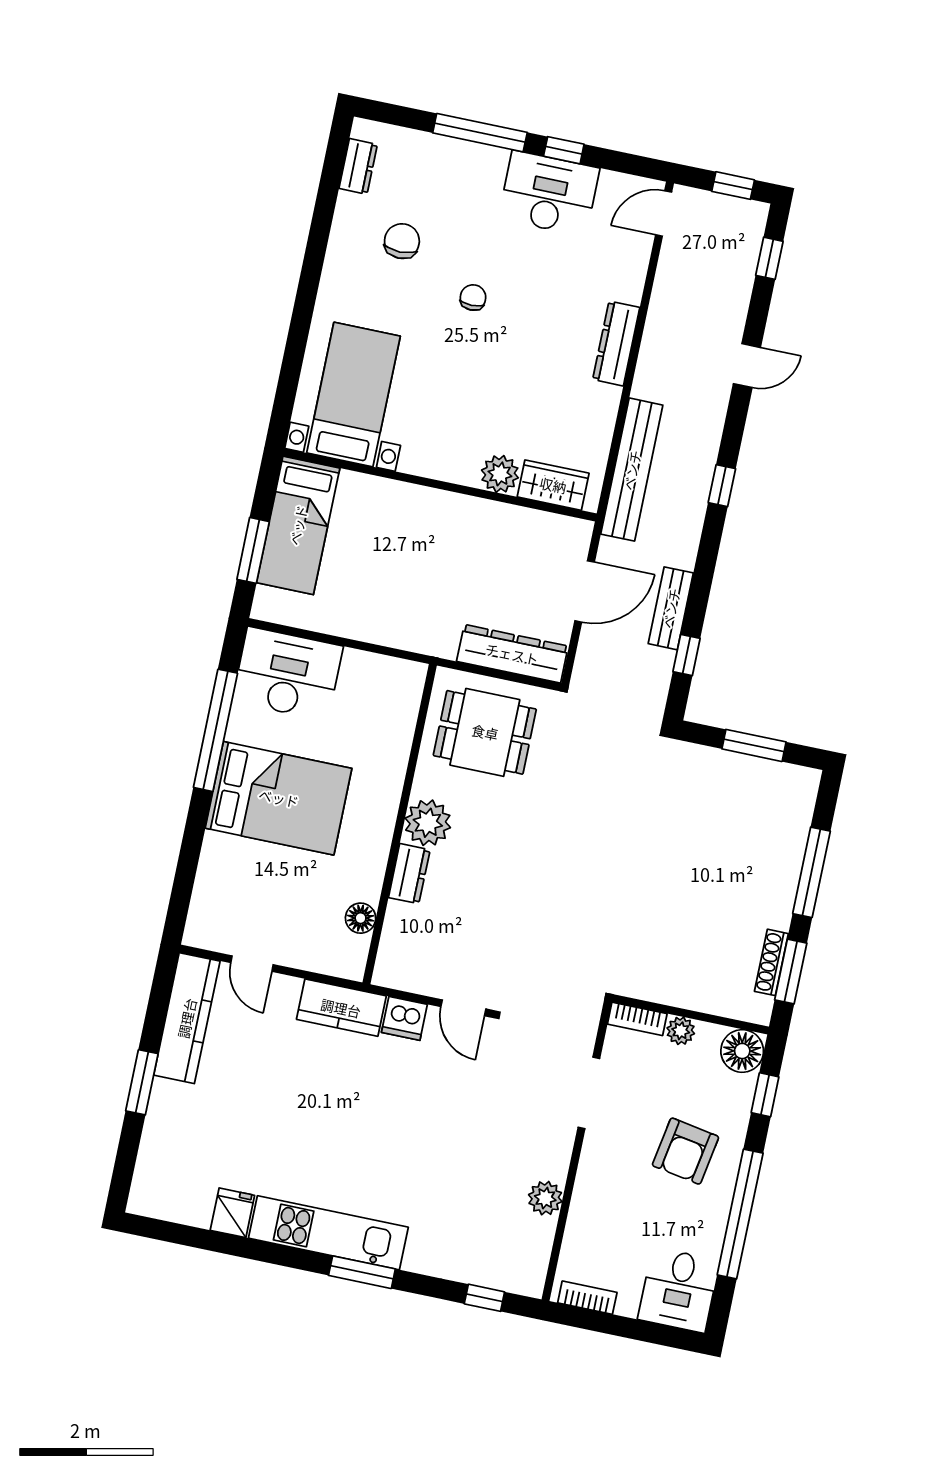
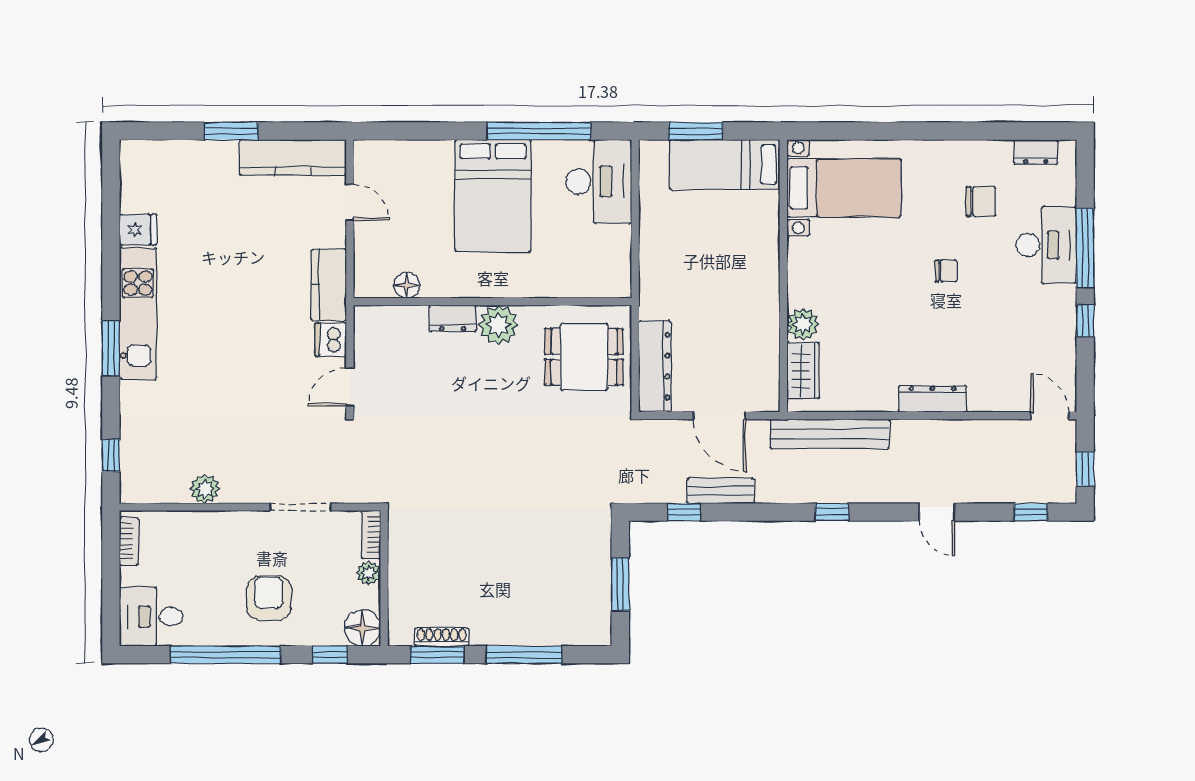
desk: (549, 193) -> (1046, 245), moved
dining table: (485, 732) -> (584, 357), turned 90
door: (252, 964) -> (350, 202), swing flipped
armchair: (686, 1151) -> (269, 598), turned 80

